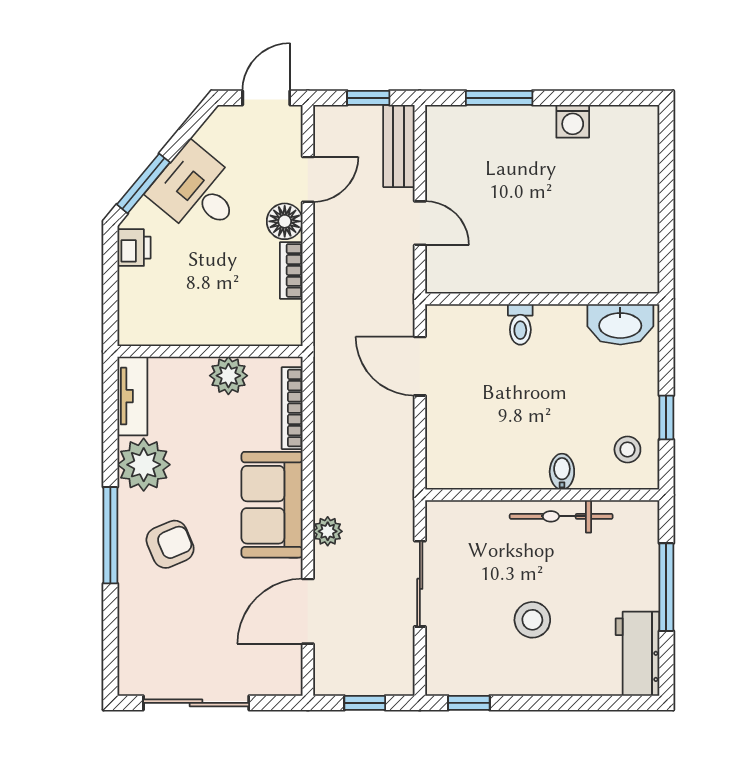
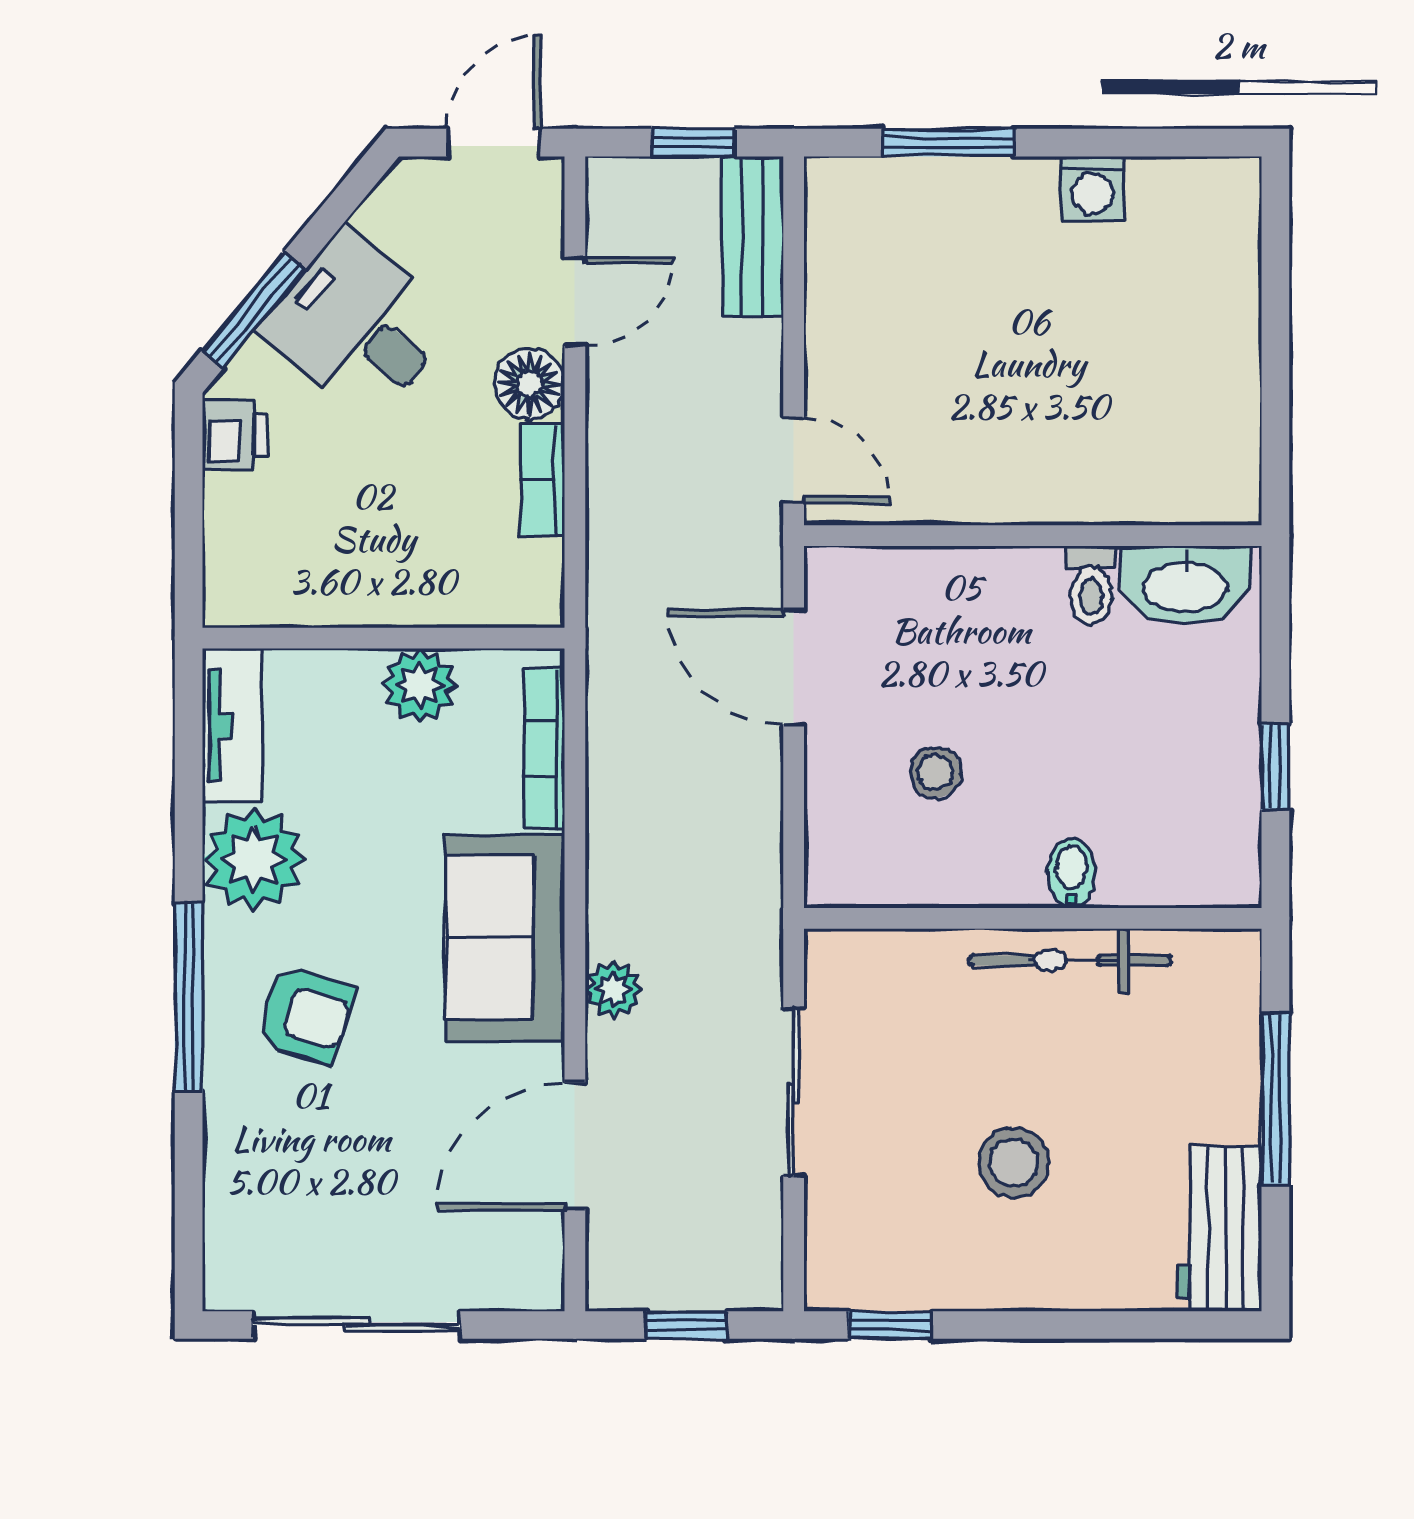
door: (420, 223) -> (794, 460), moved
toilet: (520, 324) -> (1091, 585), moved
stool: (627, 449) -> (935, 772), moved
armchair: (170, 544) -> (305, 1015), turned 40

